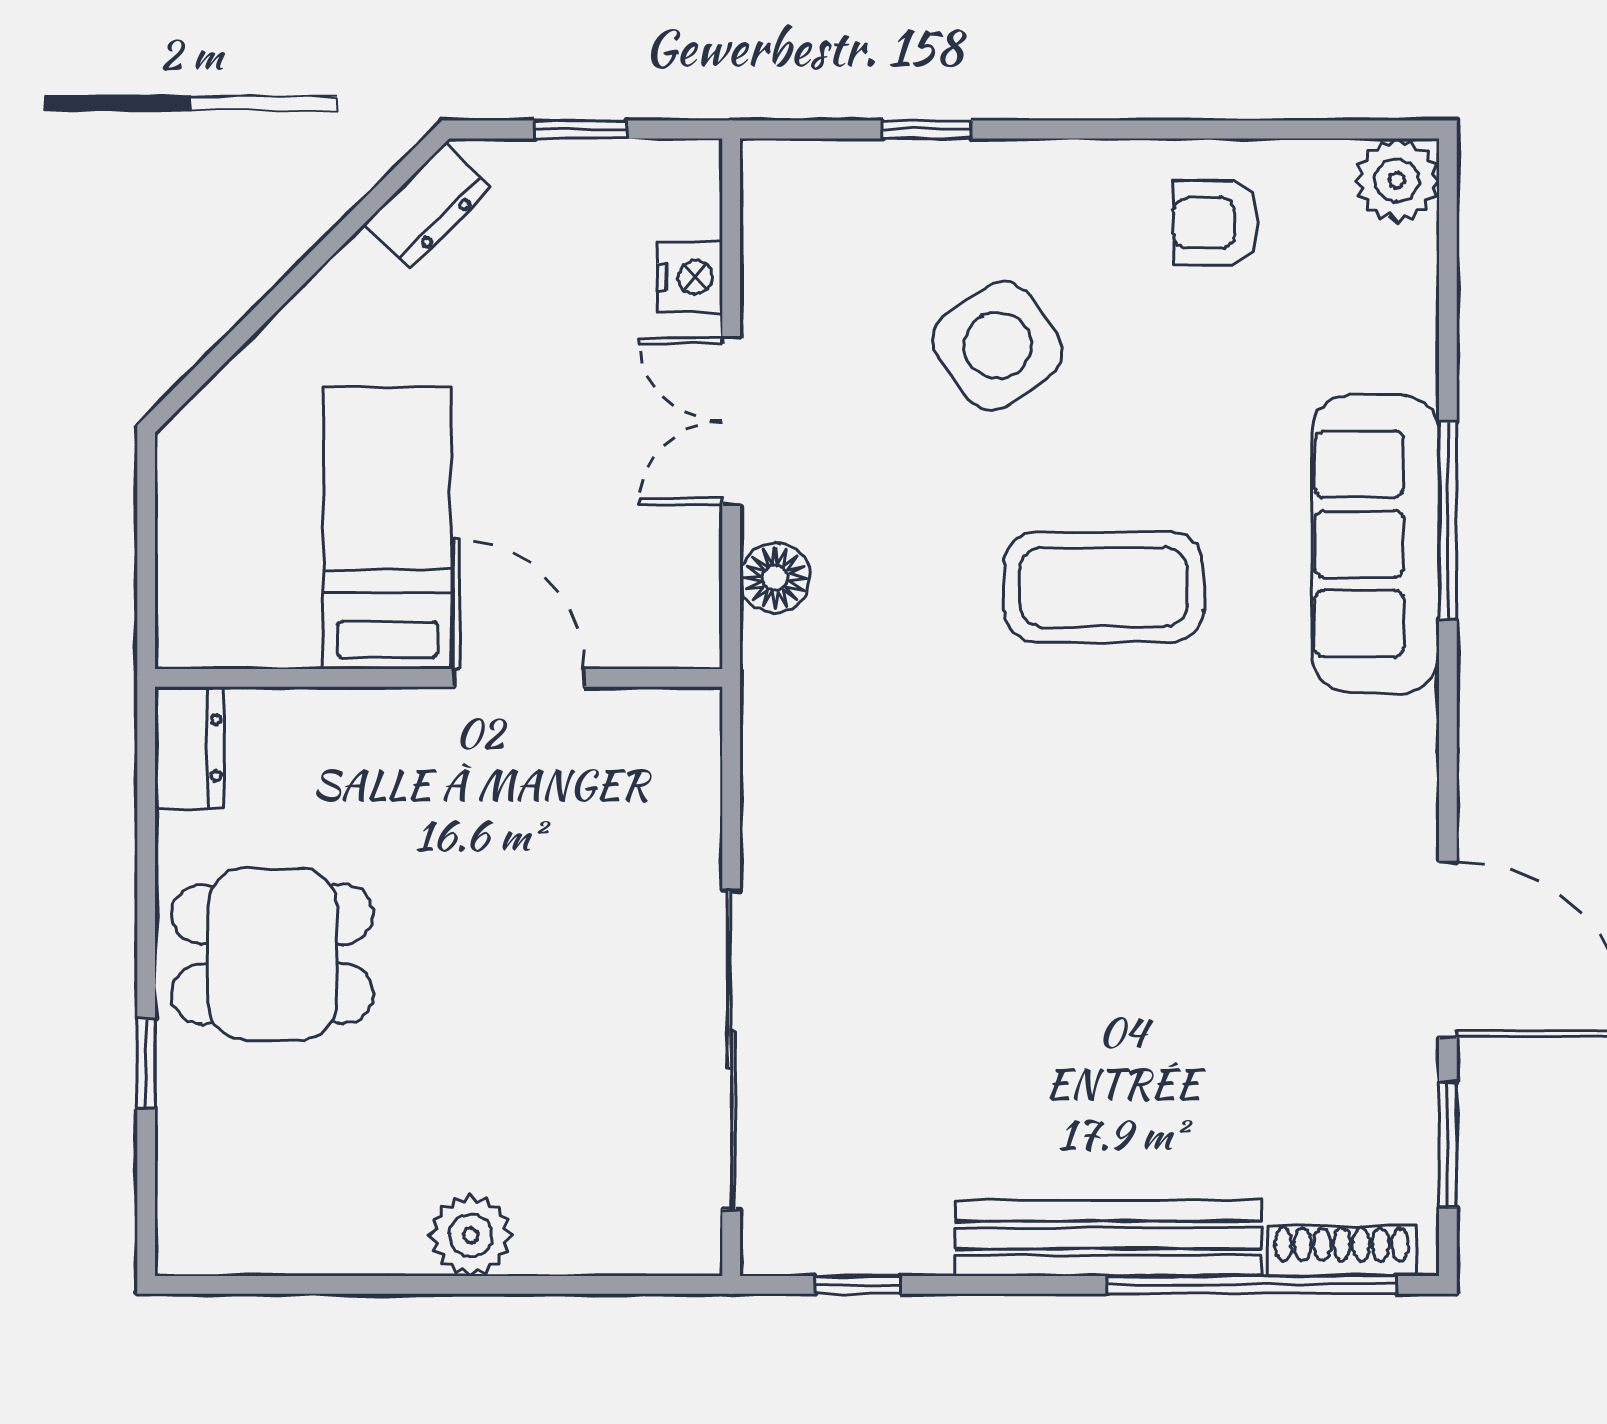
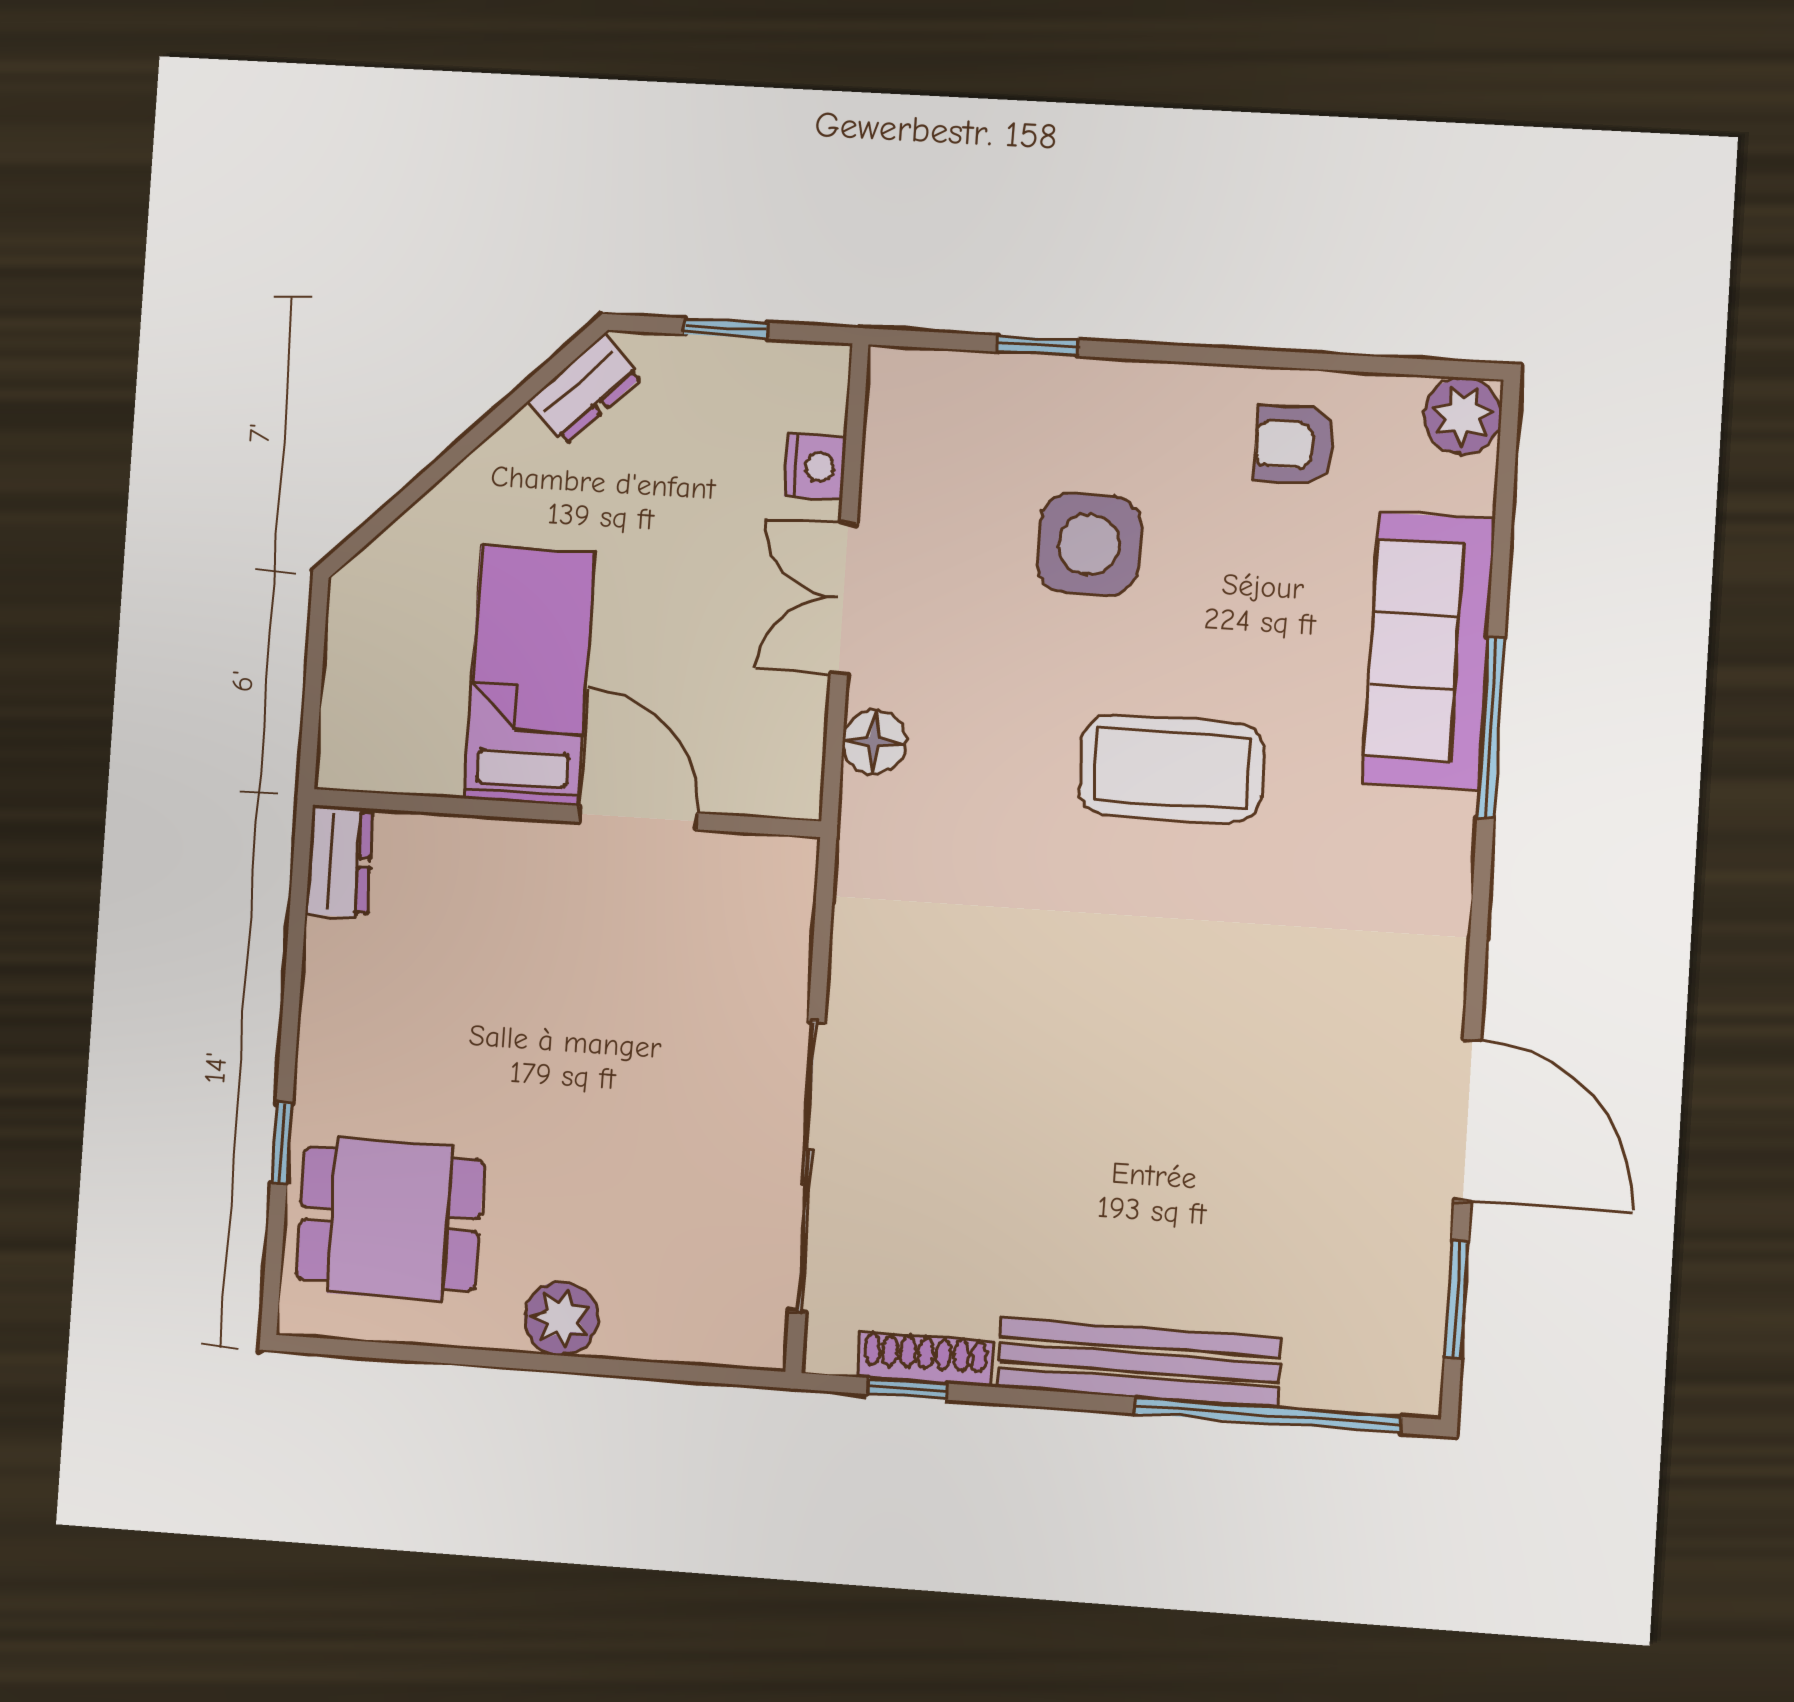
side table: (998, 346) -> (1089, 544), turned 35
sofa: (1376, 544) -> (1429, 651), moved
dining table: (273, 954) -> (390, 1219), moved
shoe rack: (1342, 1251) -> (925, 1359), moved

